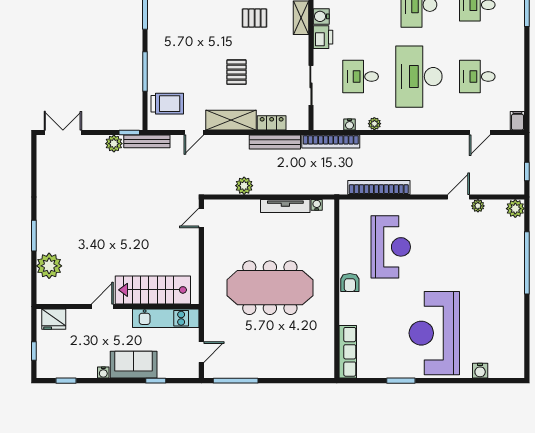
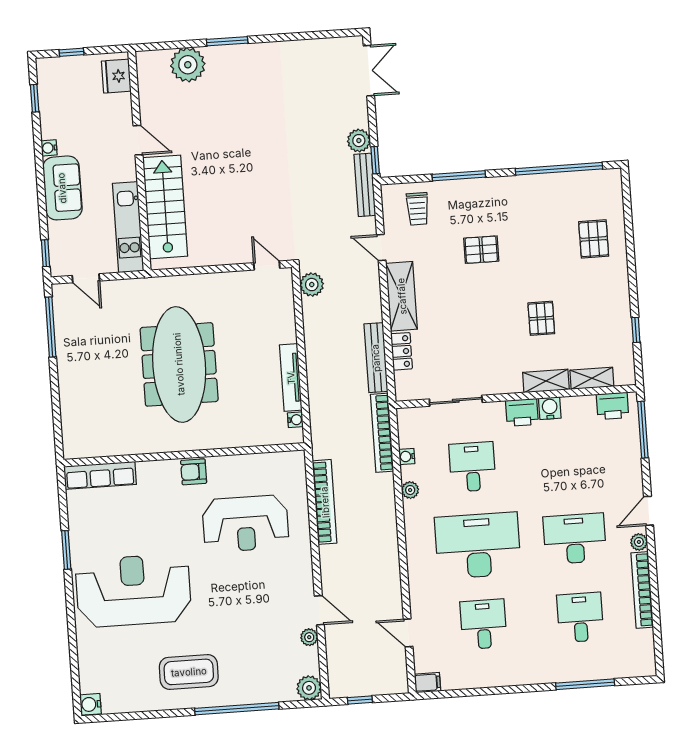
pallet: (237, 72) -> (481, 250), moved
trolley: (167, 104) -> (418, 209), width x0.73, depth x0.72
plant: (244, 186) -> (312, 285), moved
coffee table: (497, 296) -> (189, 672), added
water cooler: (480, 371) -> (90, 704), moved
window: (156, 381) -> (45, 253), moved

